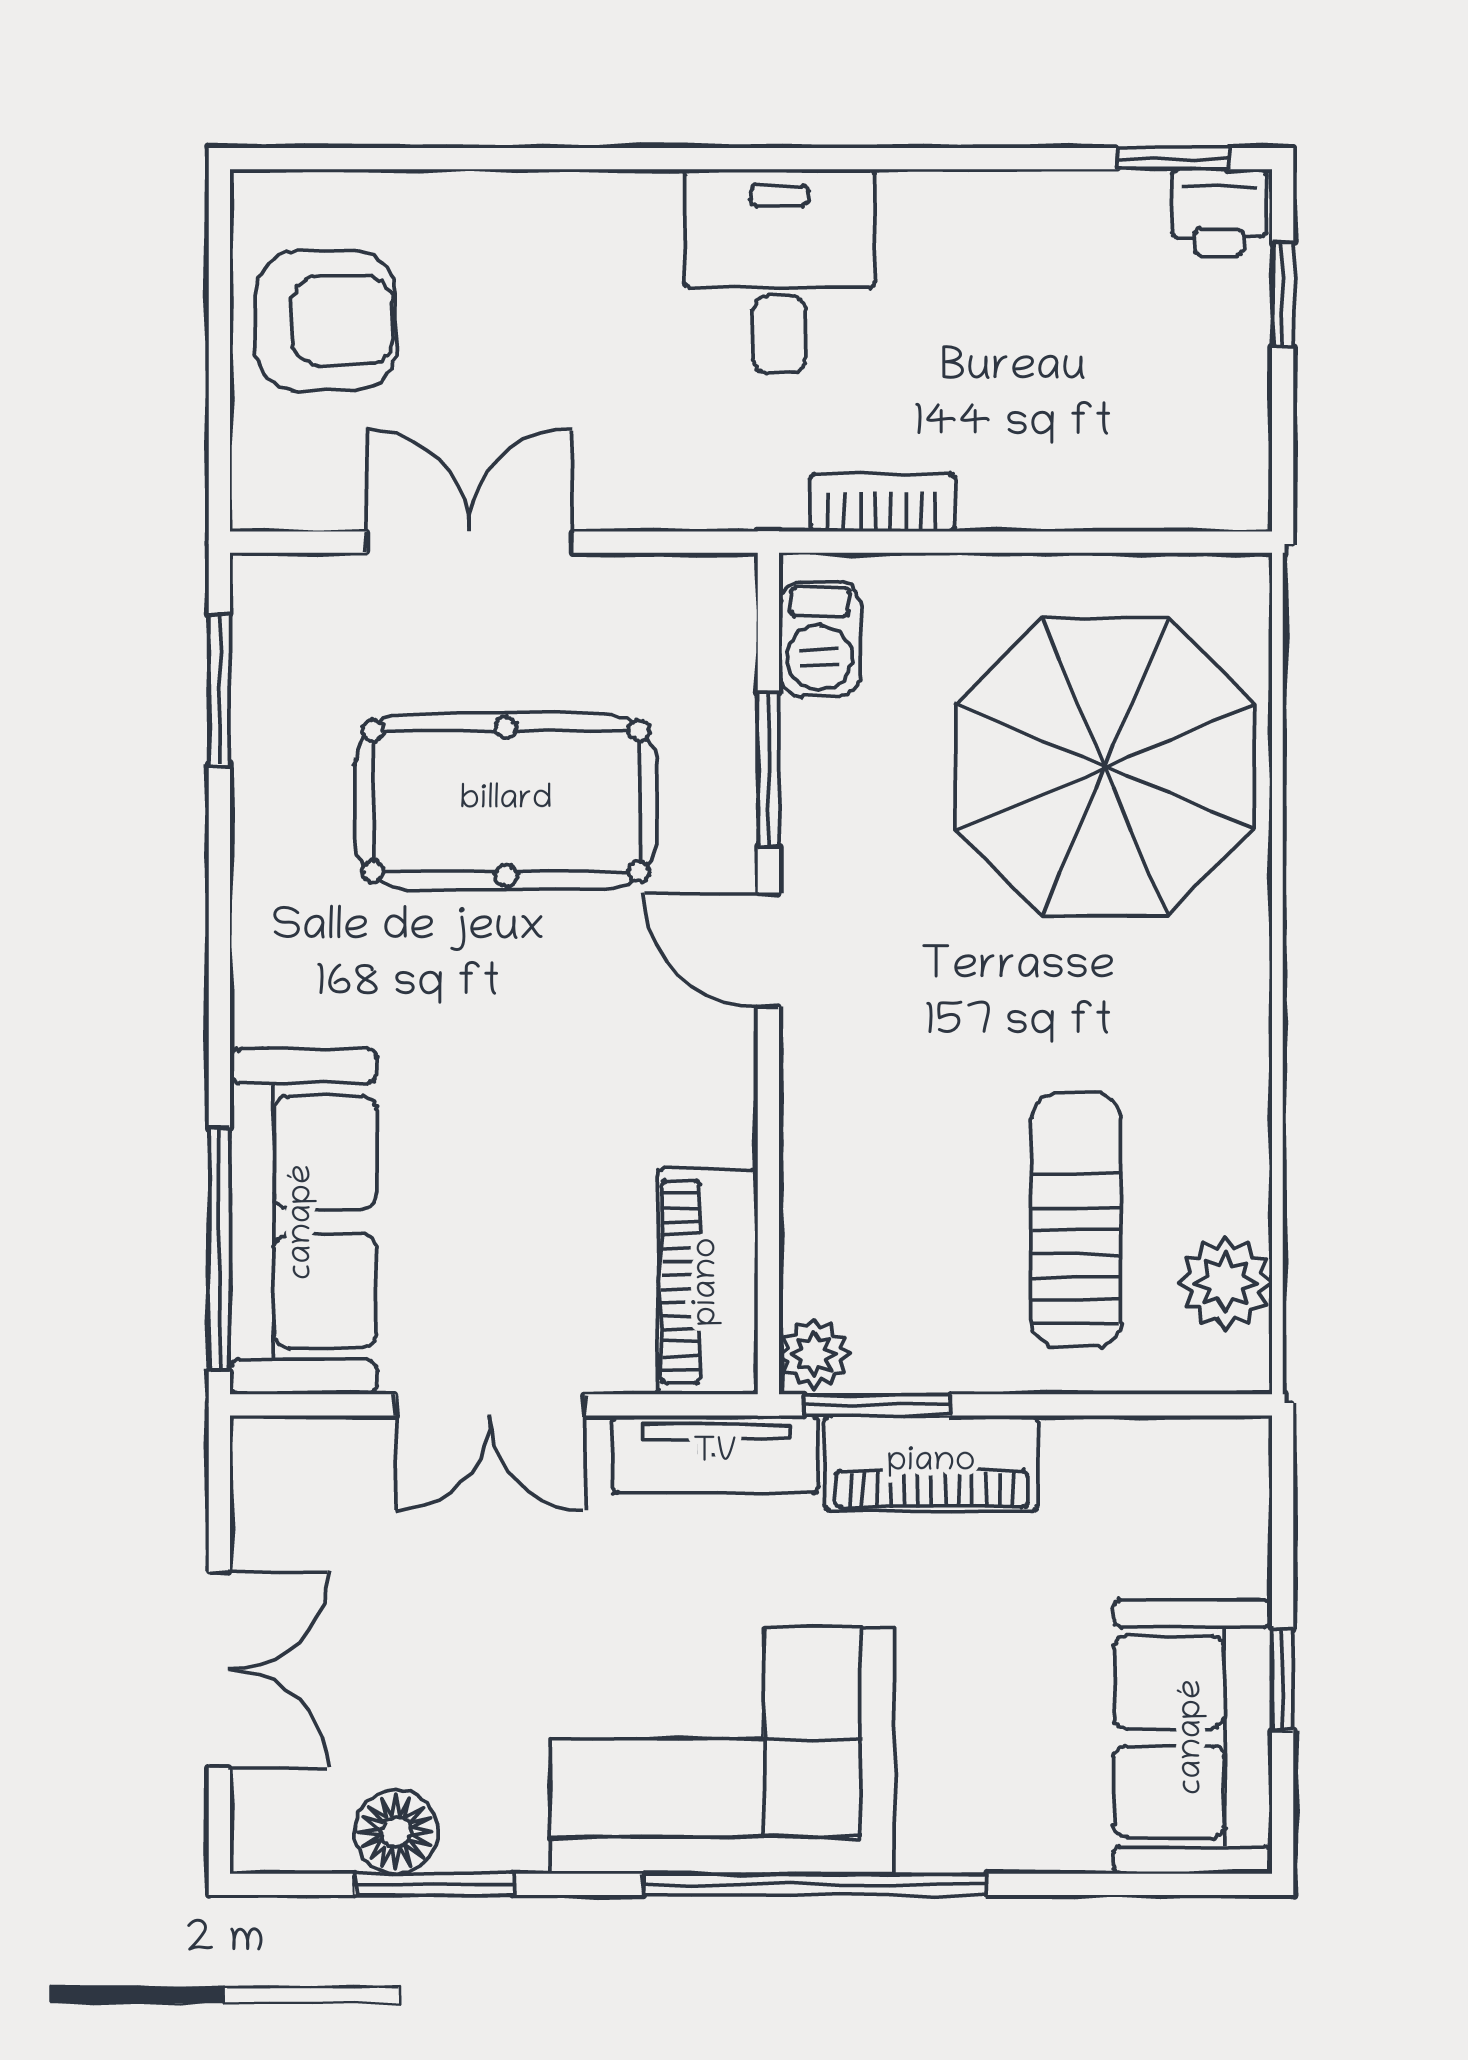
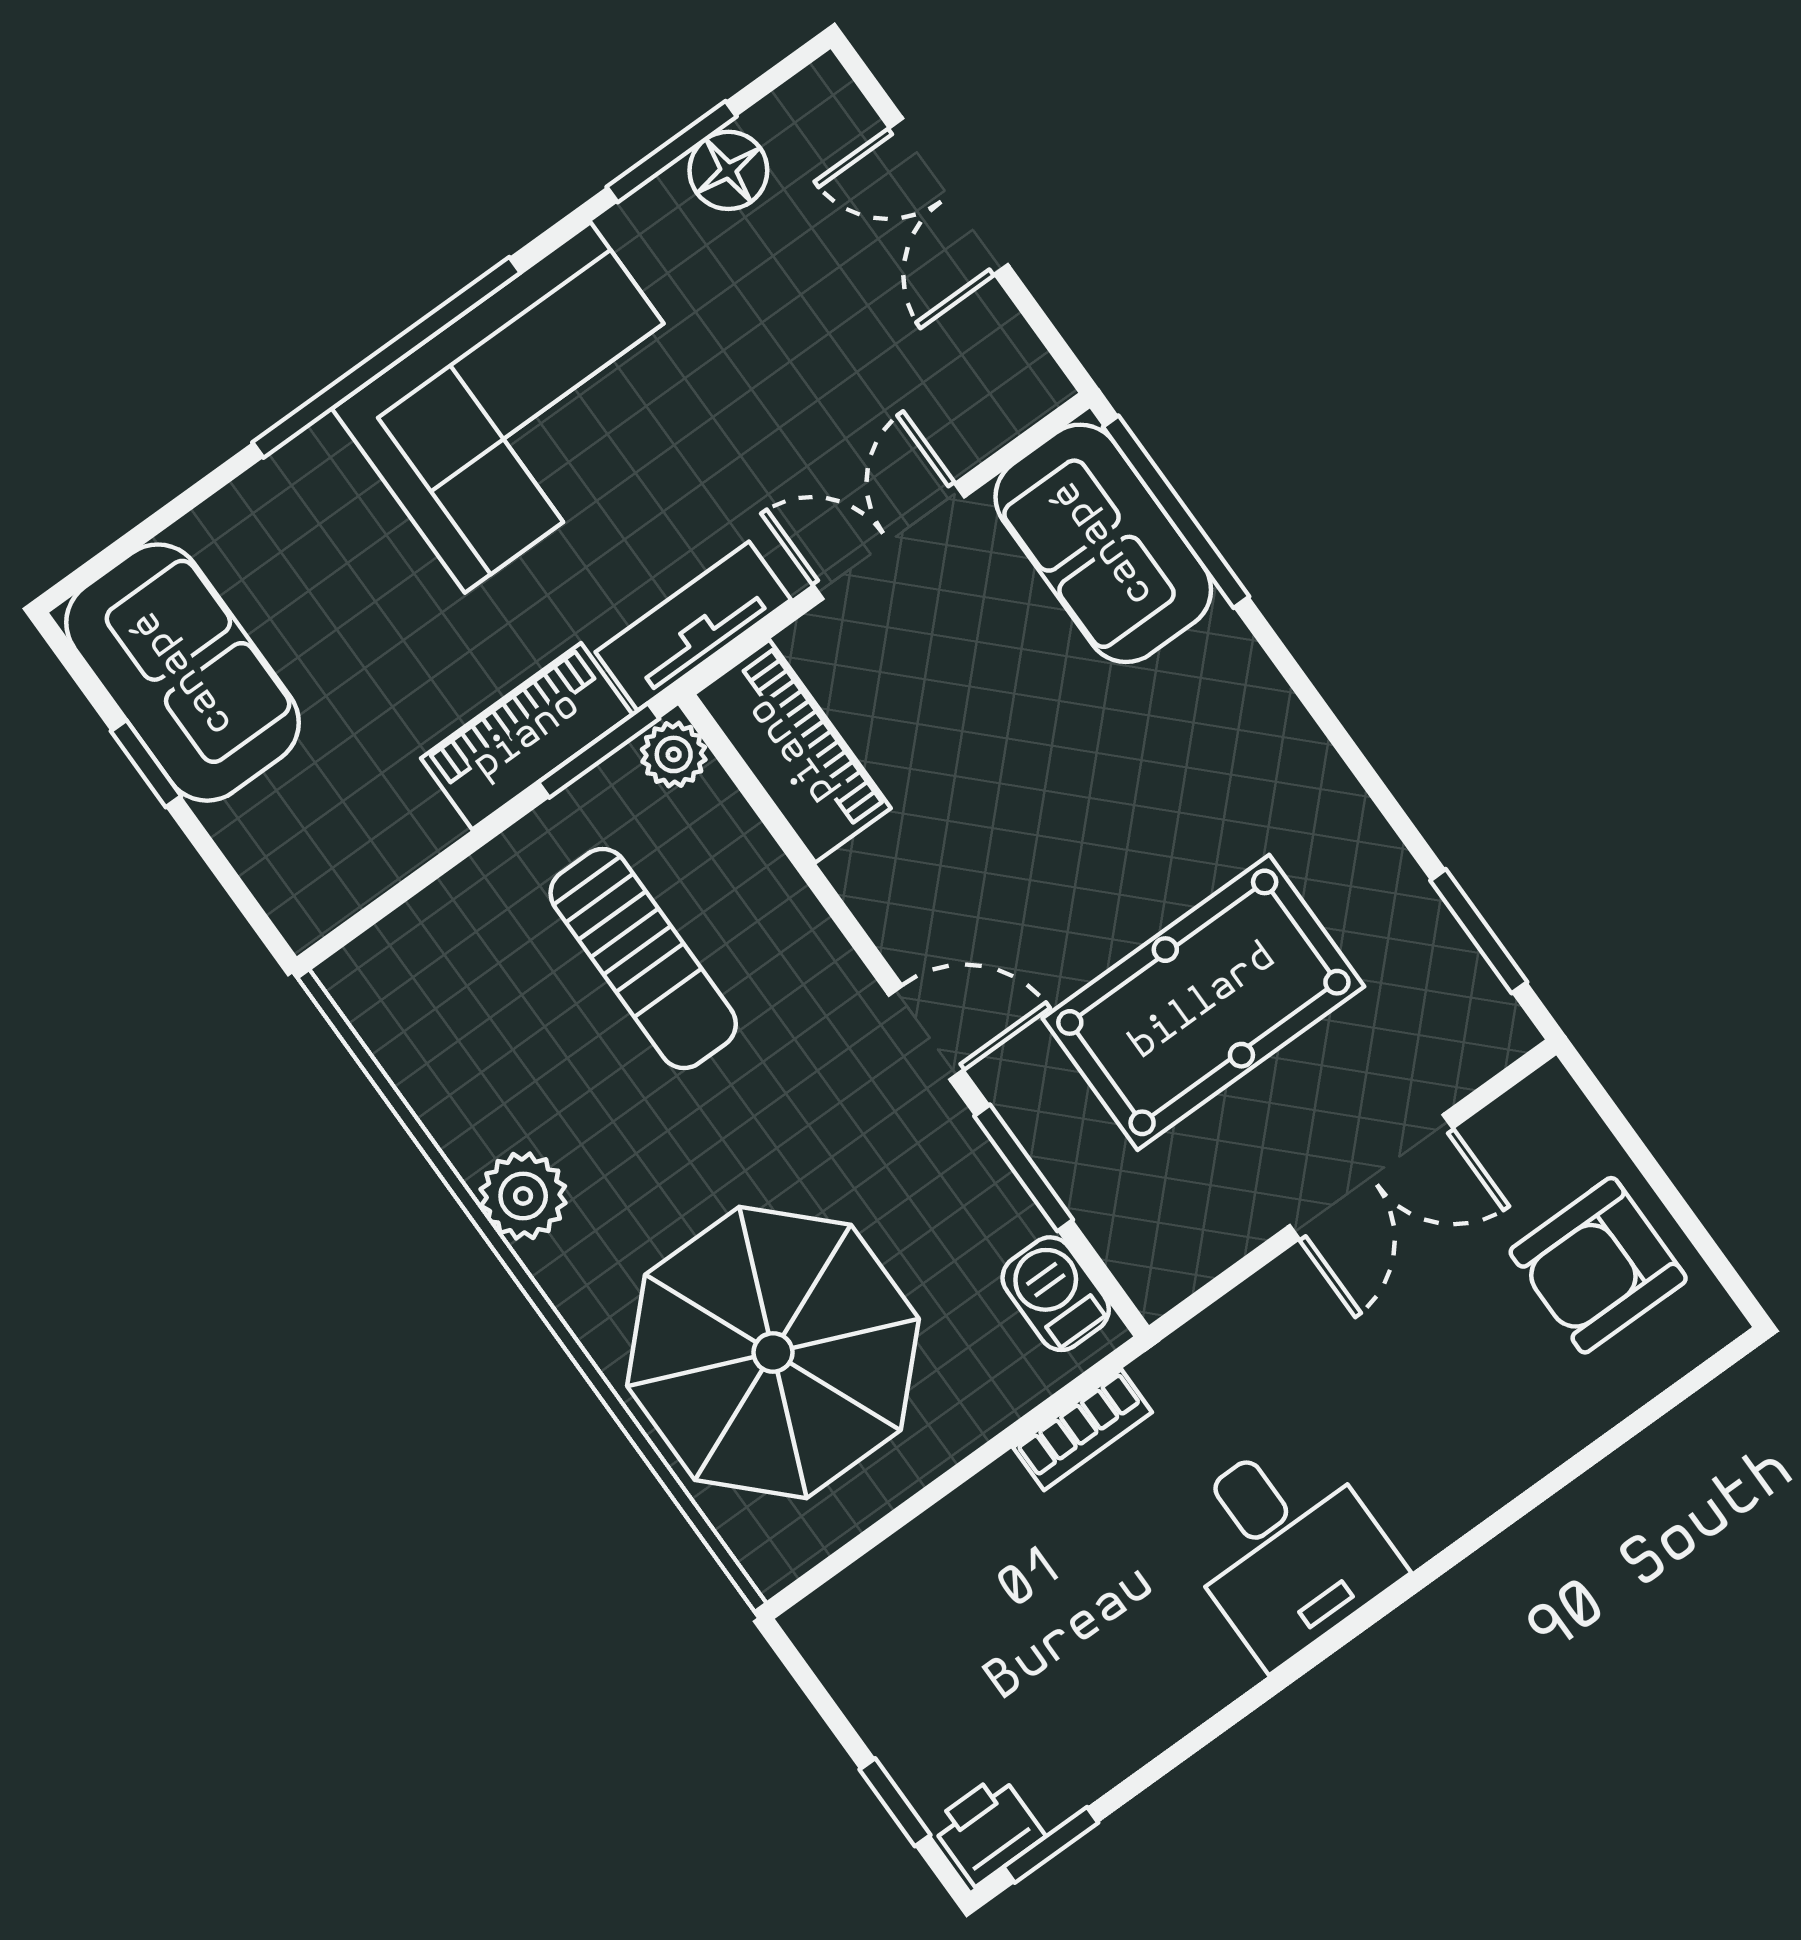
sun lounger: (1076, 1220) -> (643, 959), moved
sofa: (303, 1222) -> (1103, 543), width x0.73
plant: (1225, 1283) -> (523, 1196), moved

